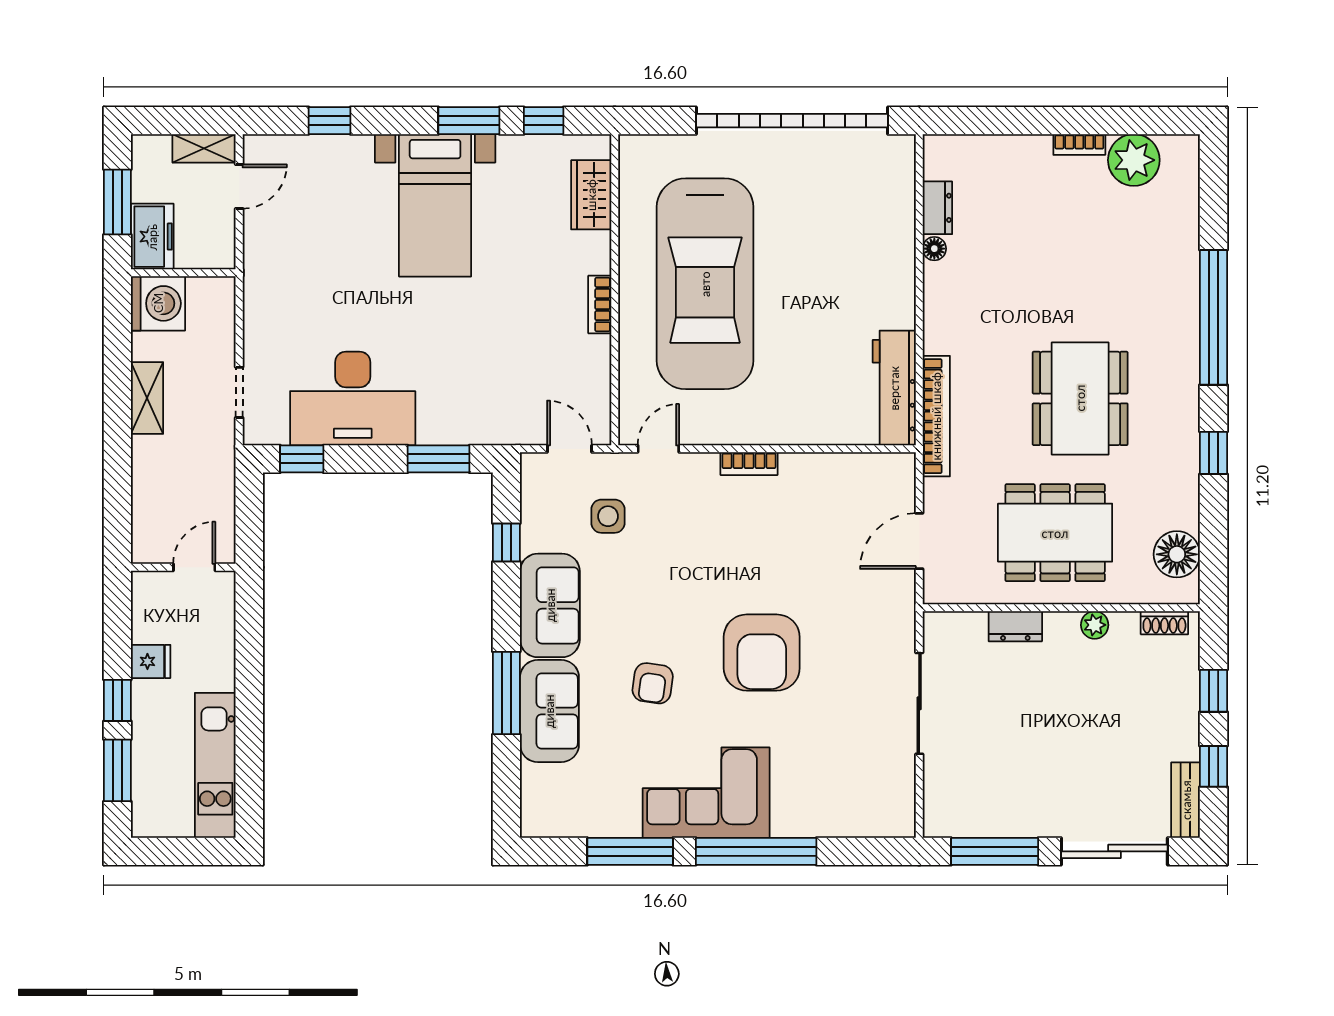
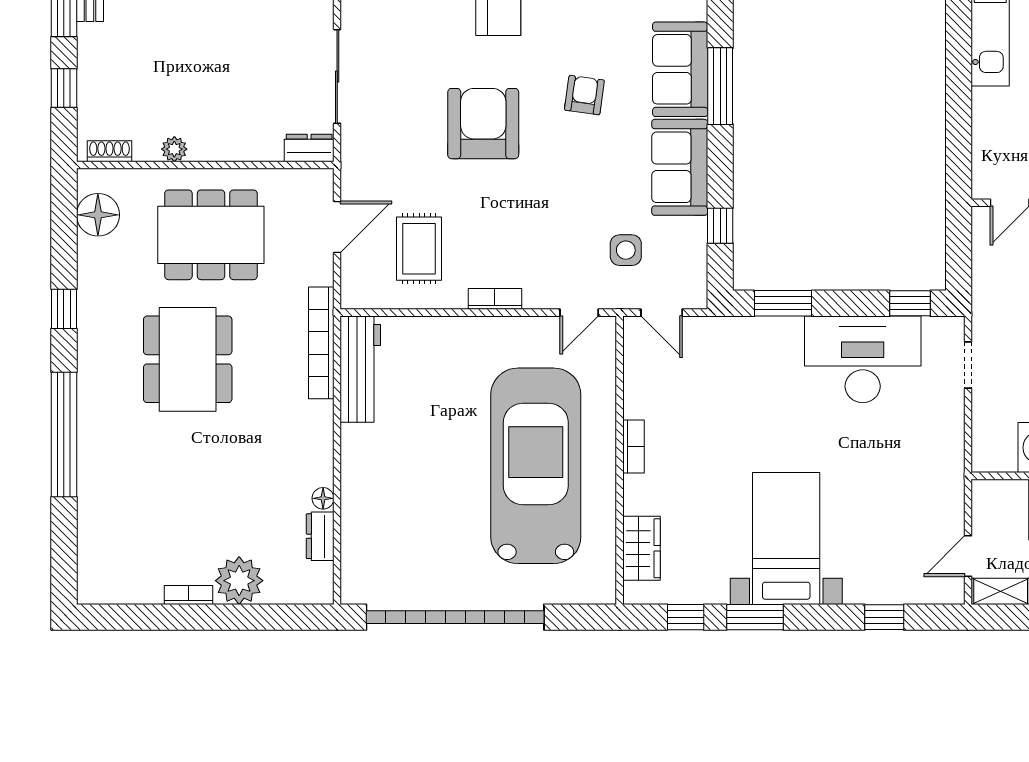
plant: (1134, 160) -> (239, 581), moved
rug: (831, 518) -> (419, 249), added
dresser: (1015, 626) -> (309, 148), moved

